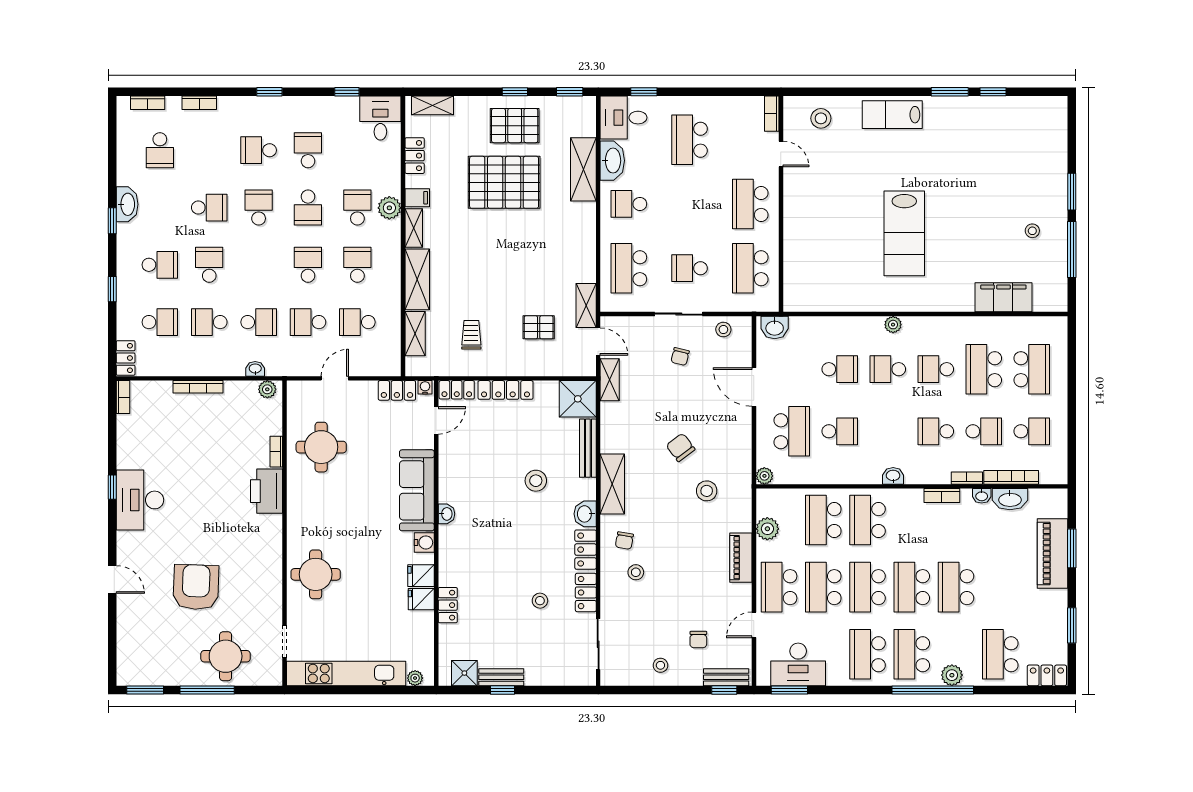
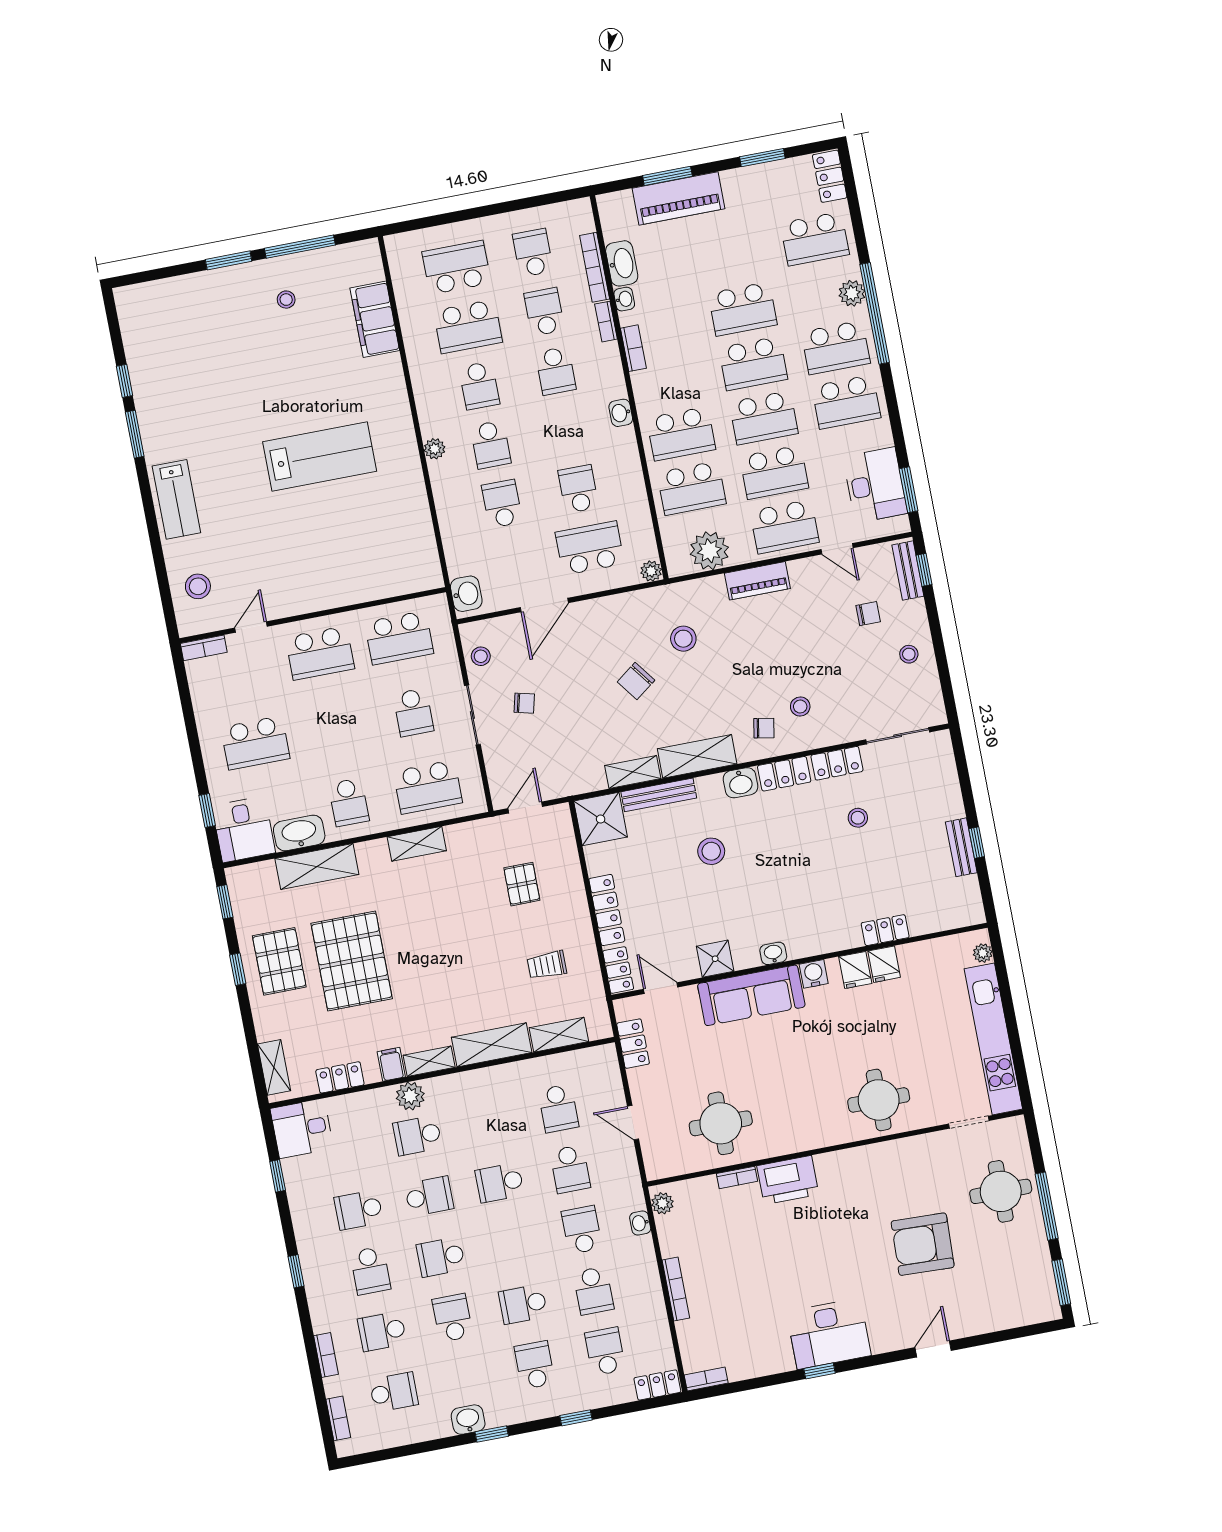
washbasin: (127, 204) -> (468, 1420), width x0.72
school desk: (357, 265) -> (382, 1331), moved
shelving: (586, 305) -> (417, 844), moved
shelving: (610, 380) -> (633, 772), moved
water cooler: (425, 387) -> (623, 1010), removed
plant: (767, 529) -> (709, 551), width x1.36, depth x1.36
shower: (464, 673) -> (715, 959), moved

